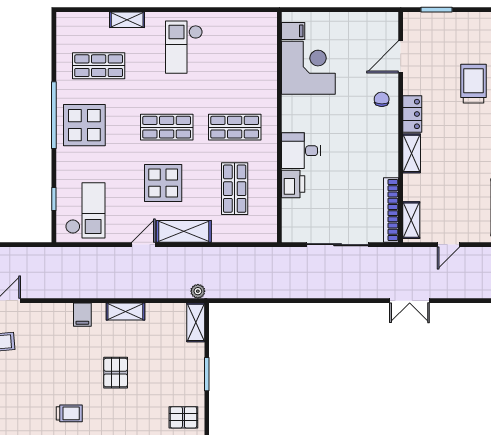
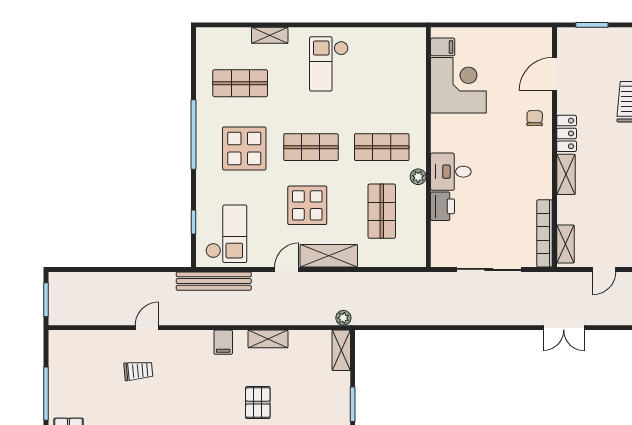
display table: (84, 125) -> (244, 148), moved
plant: (270, 156) -> (418, 177), added
bench: (73, 256) -> (214, 281), added

